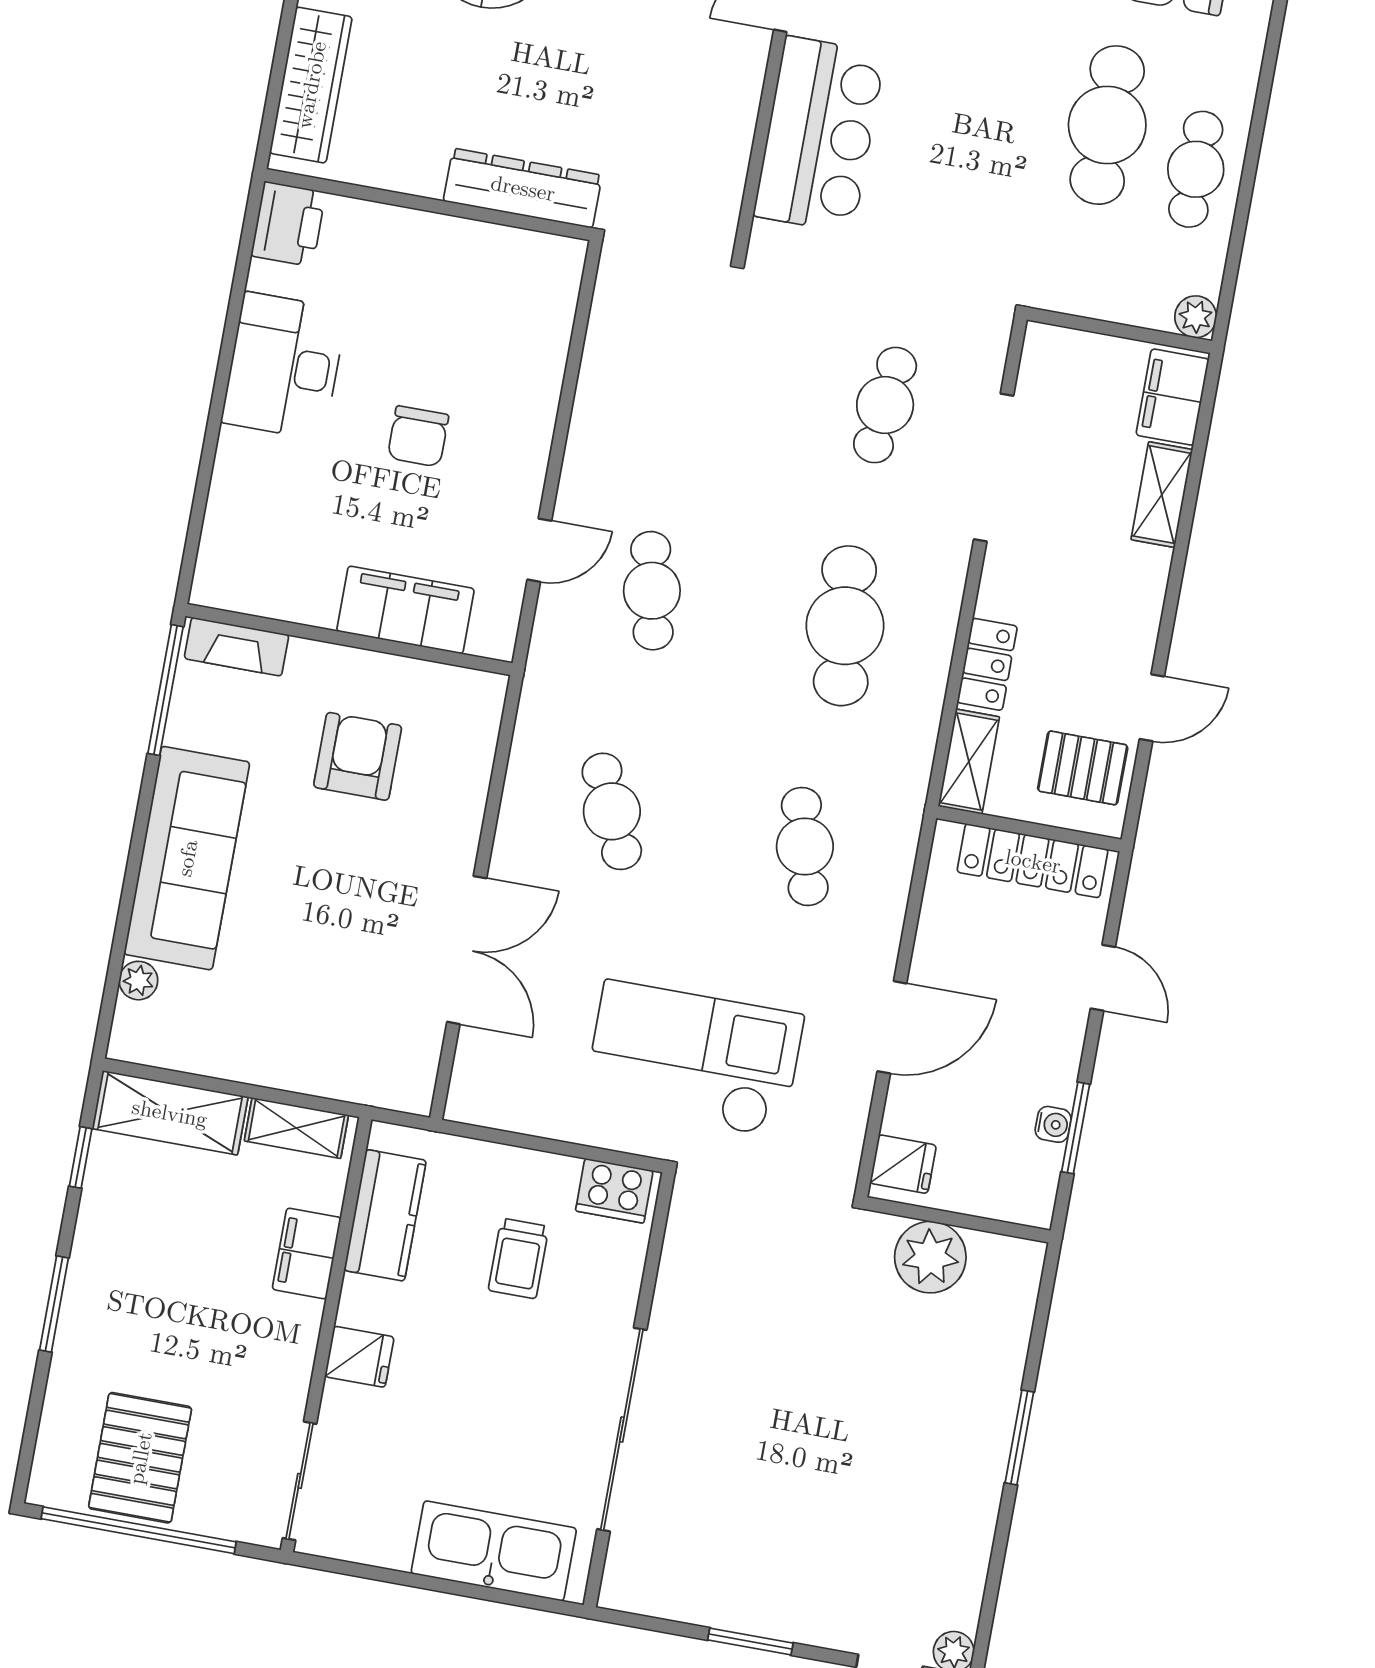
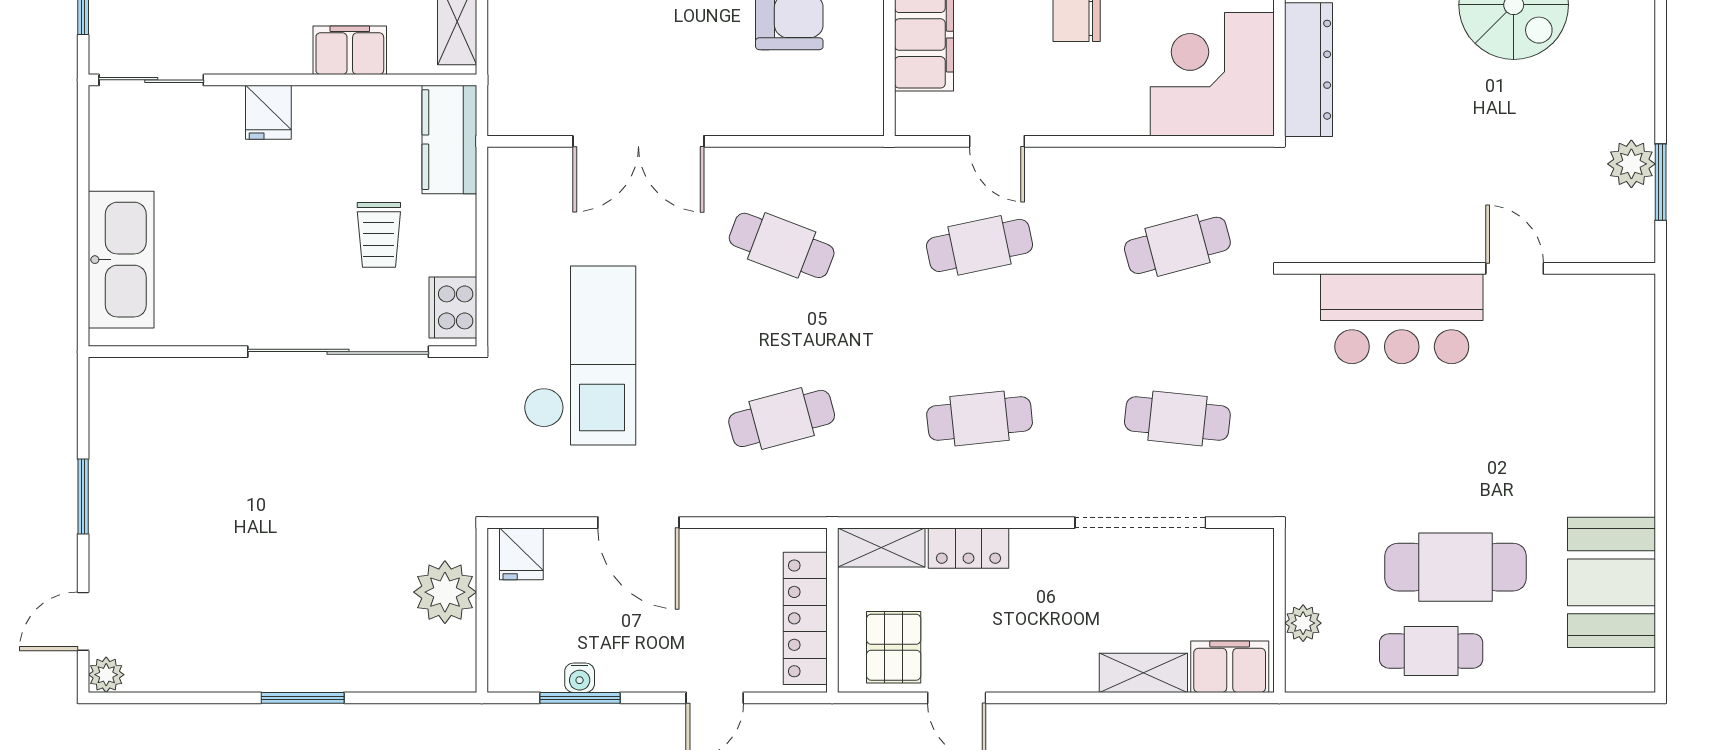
corner desk: (508, 296) -> (1212, 74), added
plant: (1196, 317) -> (1303, 623), moved
cafe table: (692, 370) -> (1177, 245), added
cafe table: (845, 626) -> (980, 418), width x0.73, depth x0.74
cafe table: (612, 811) -> (782, 245), turned 45
kitchen counter: (385, 1215) -> (449, 140), moved, turned 90
trolley: (519, 1258) -> (379, 235), turned -90
sliding door: (622, 1430) -> (338, 352), moved

